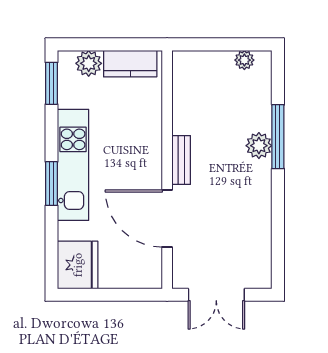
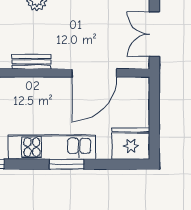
bench: (181, 160) -> (31, 62), moved
double door: (216, 295) -> (154, 34), swing flipped

